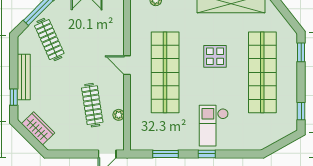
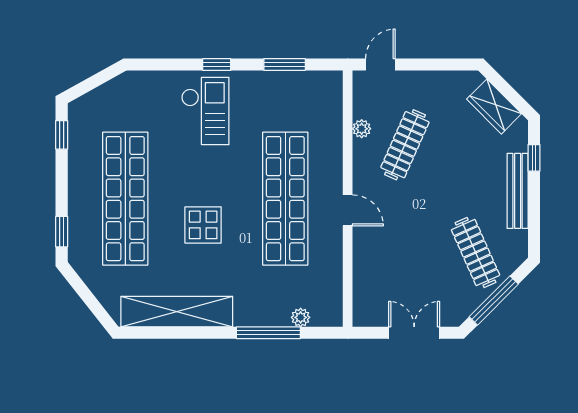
clothes rail: (92, 105) -> (405, 145), turned 33

